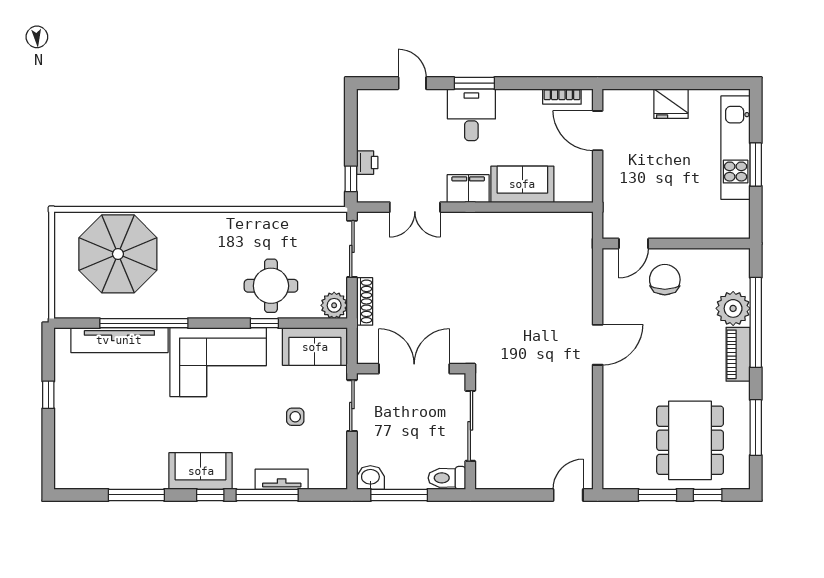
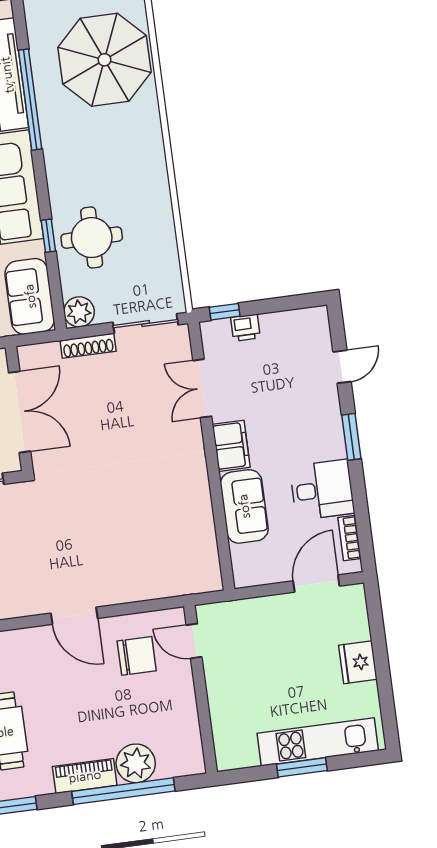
desk: (471, 115) -> (322, 490), moved
chair: (665, 280) -> (137, 656), moved

